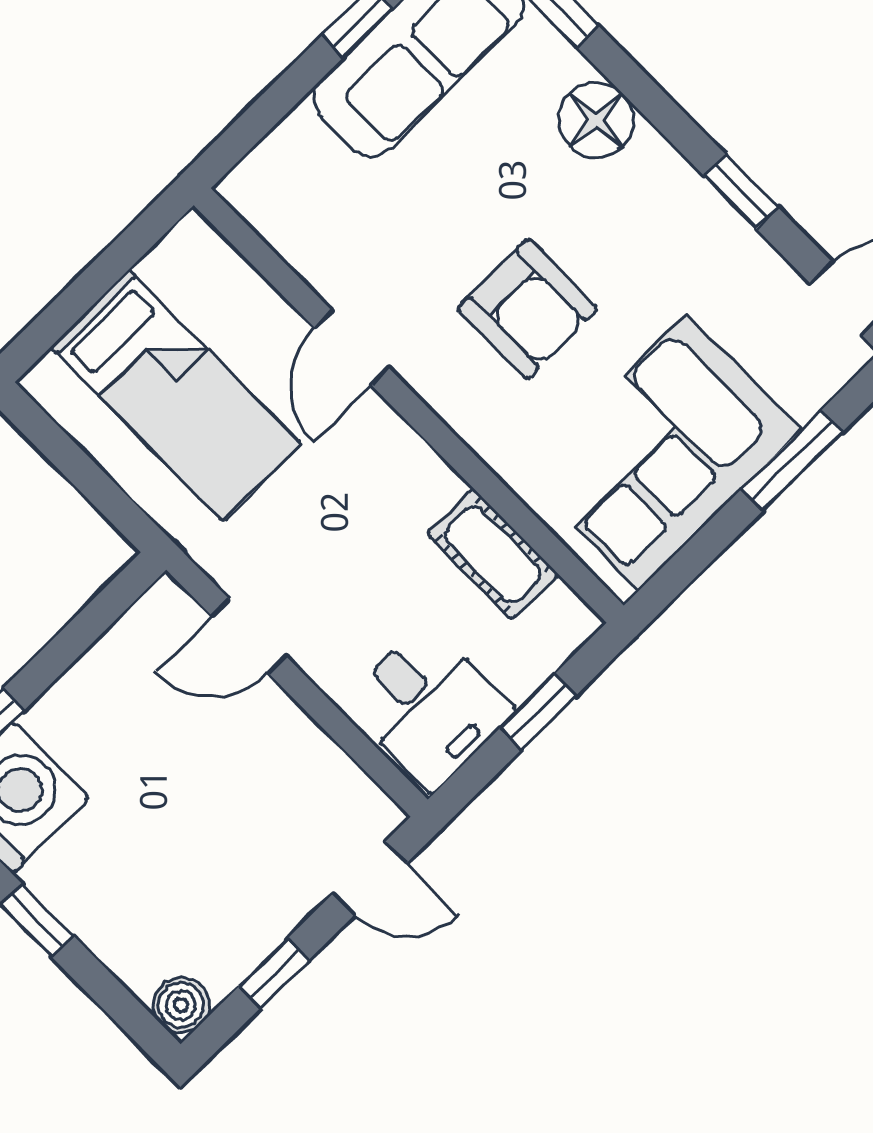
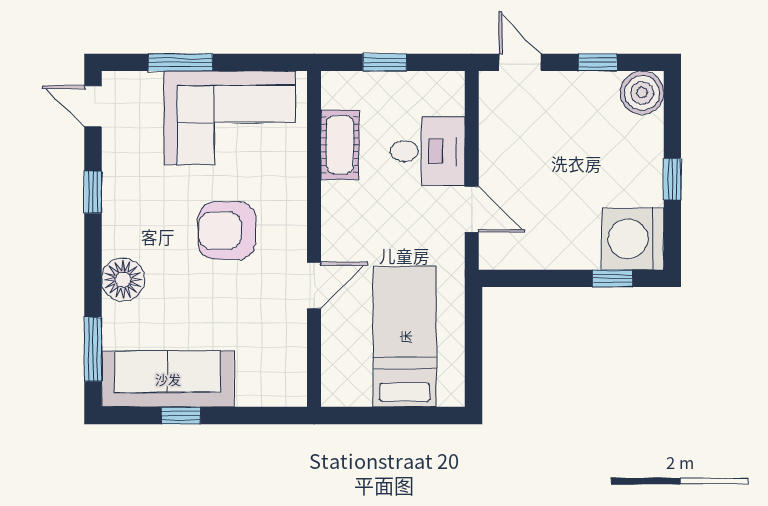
armchair: (528, 309) -> (227, 231), turned -90
desk: (429, 707) -> (428, 151), moved, turned 90
boiler: (181, 1005) -> (642, 93), width x1.36, depth x1.36

